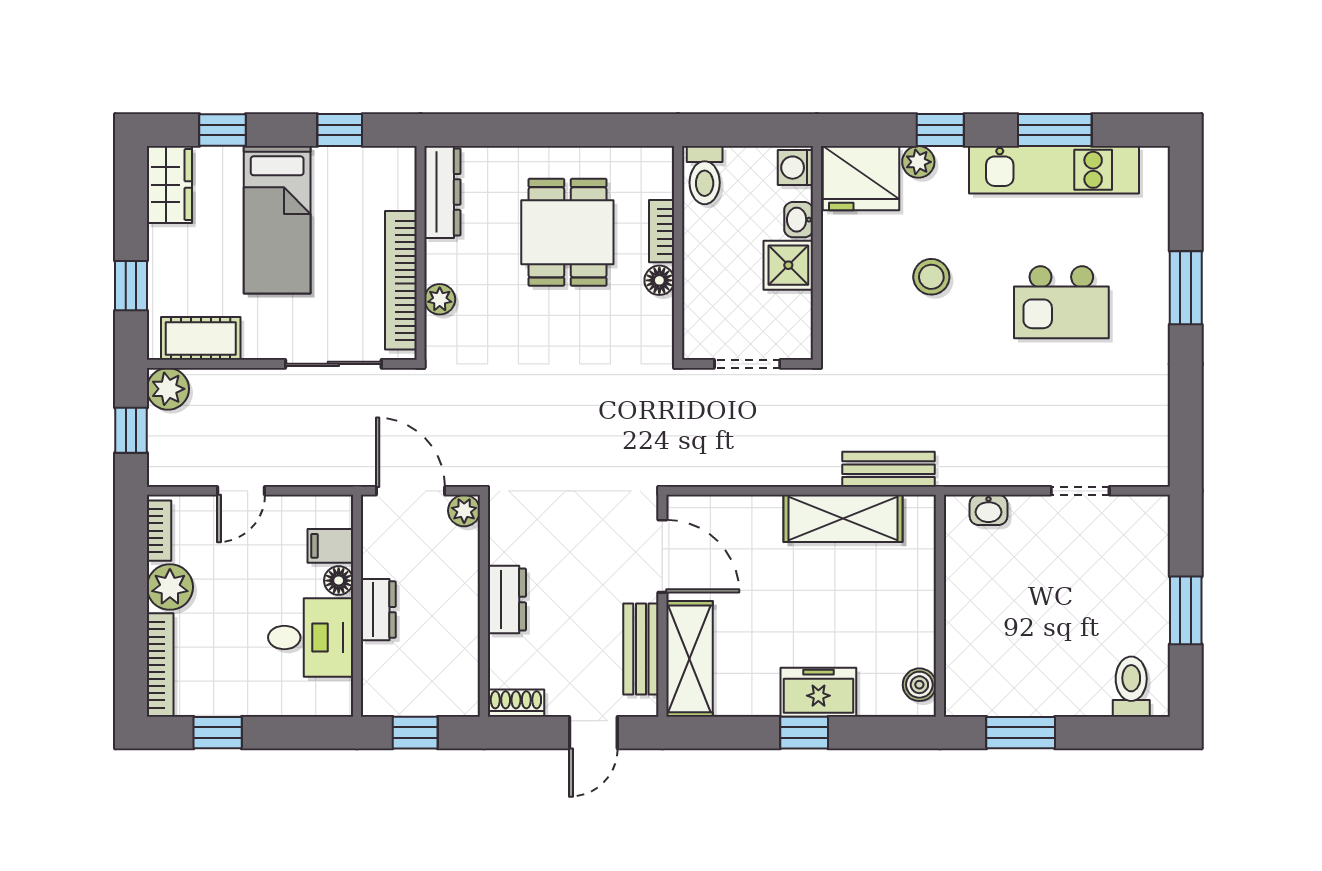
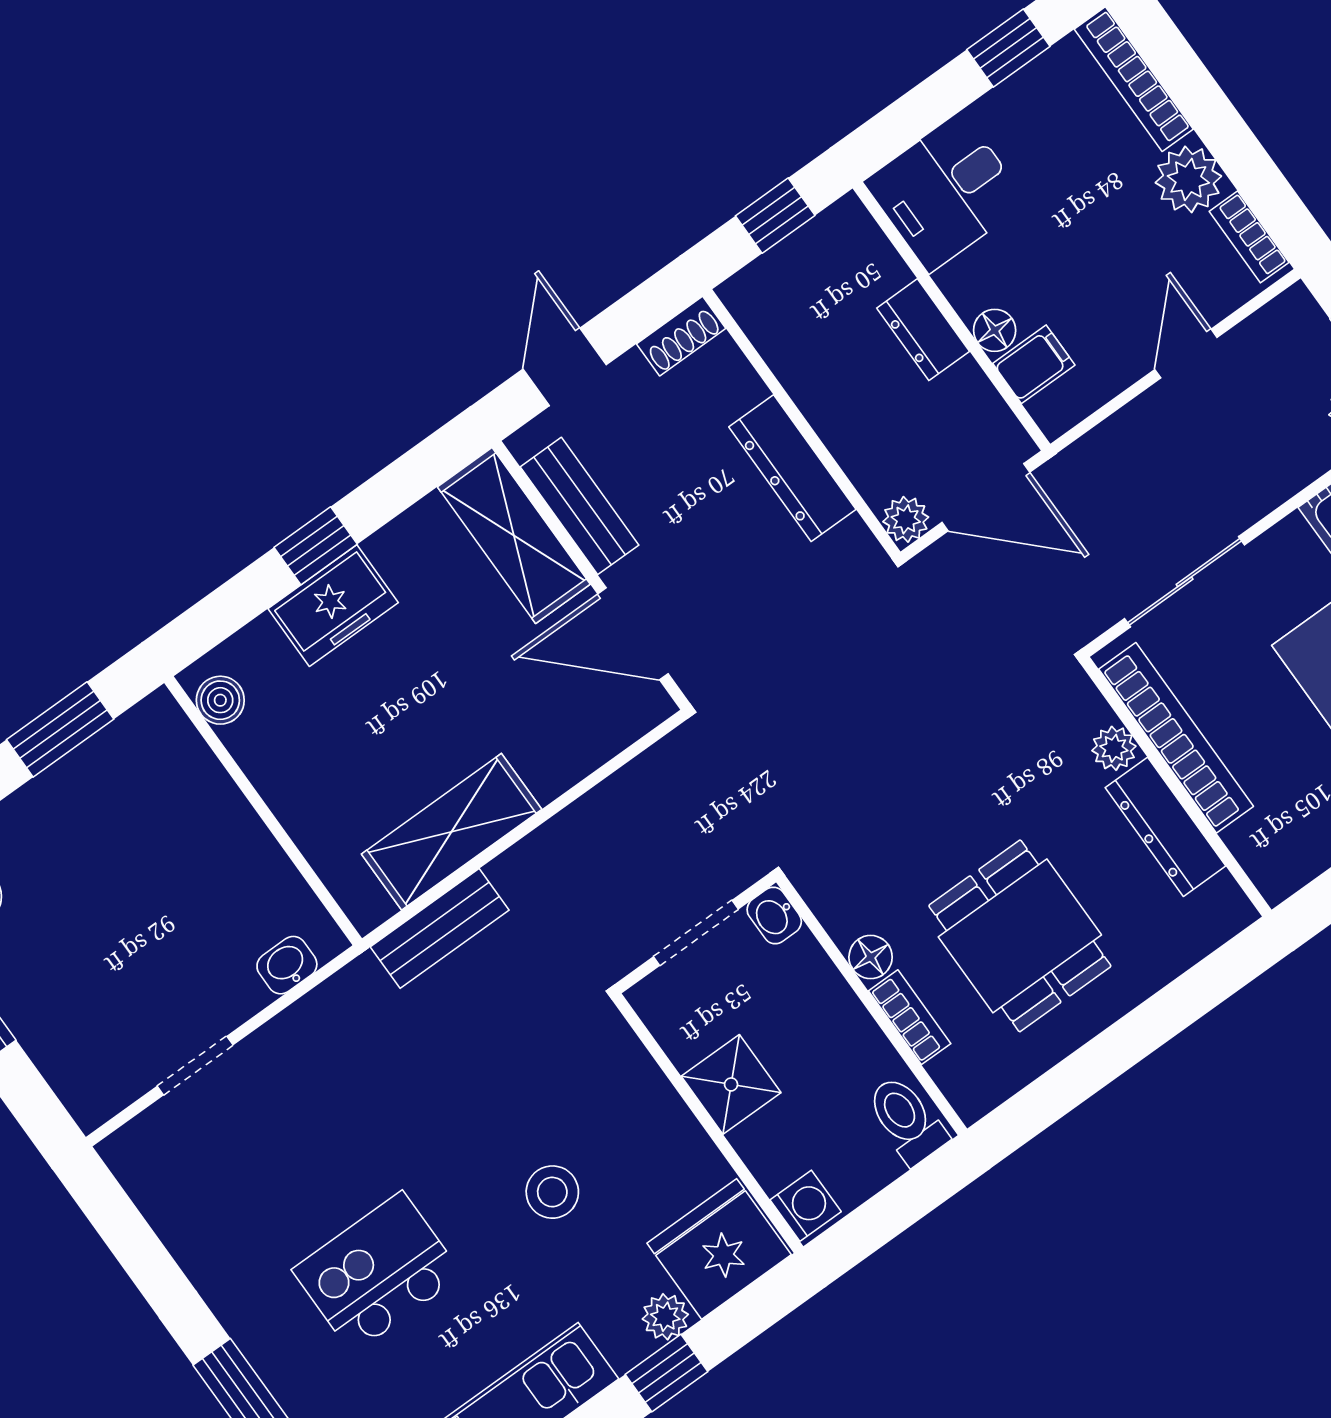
dresser: (442, 192) -> (1165, 827), moved
washbasin: (799, 220) -> (774, 916), moved, turned 180
dresser: (507, 600) -> (792, 468), width x1.44
desk: (311, 638) -> (945, 192), moved

